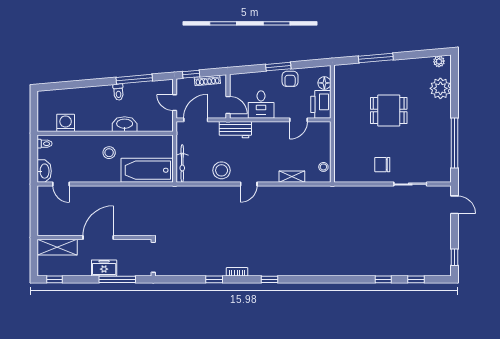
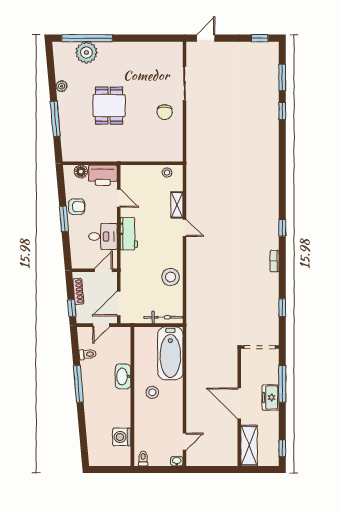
plant: (439, 61) -> (62, 86), moved
window: (134, 79) -> (78, 384), moved
toilet: (118, 92) -> (88, 354), moved
door: (196, 120) -> (119, 304), hinge flipped
workbench: (235, 130) -> (129, 234), moved
window: (454, 143) -> (87, 38), moved
washbasin: (44, 171) -> (177, 461), width x0.52, depth x0.69
door: (249, 184) -> (184, 228), moved
window: (214, 279) -> (282, 307), moved
window: (416, 279) -> (282, 78), width x1.50

